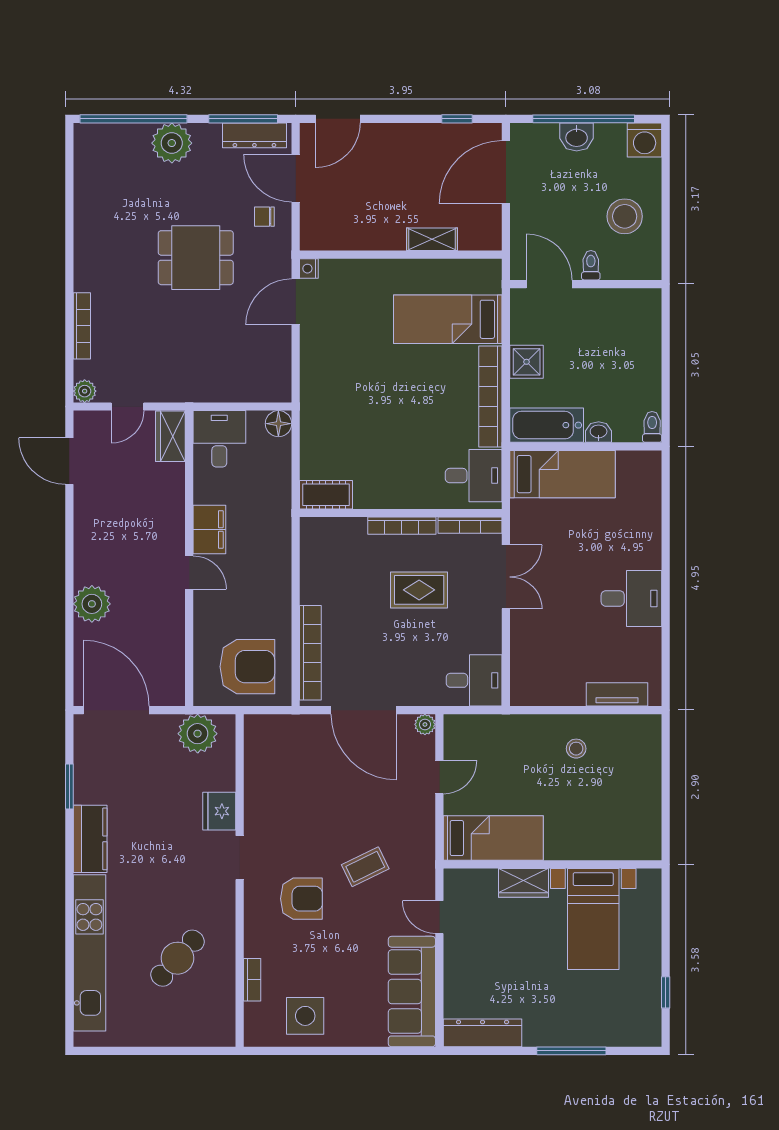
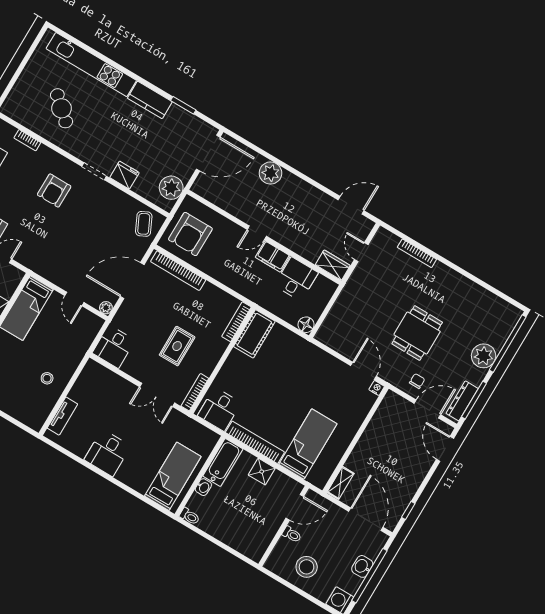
shelving: (432, 239) -> (341, 483), moved
plant: (85, 391) -> (382, 235), removed
desk: (219, 439) -> (296, 279), moved, turned -90
bed: (563, 474) -> (173, 476), moved, turned 180
cot: (326, 495) -> (254, 334), width x1.37, depth x1.34
bookcase: (402, 526) -> (236, 322), moved
coffee table: (365, 867) -> (144, 224), moved

